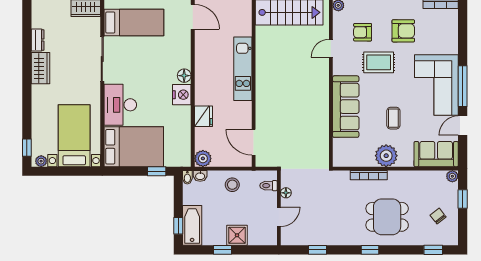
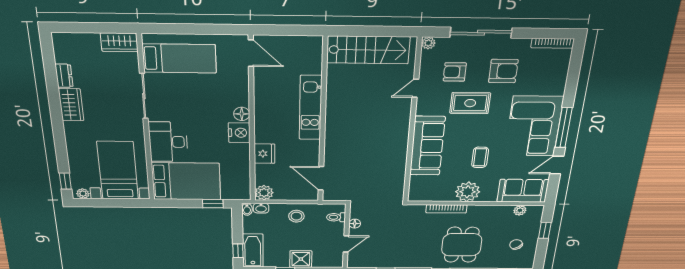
plant: (452, 176) -> (520, 210), moved
dining table: (387, 217) -> (462, 245), turned 90

